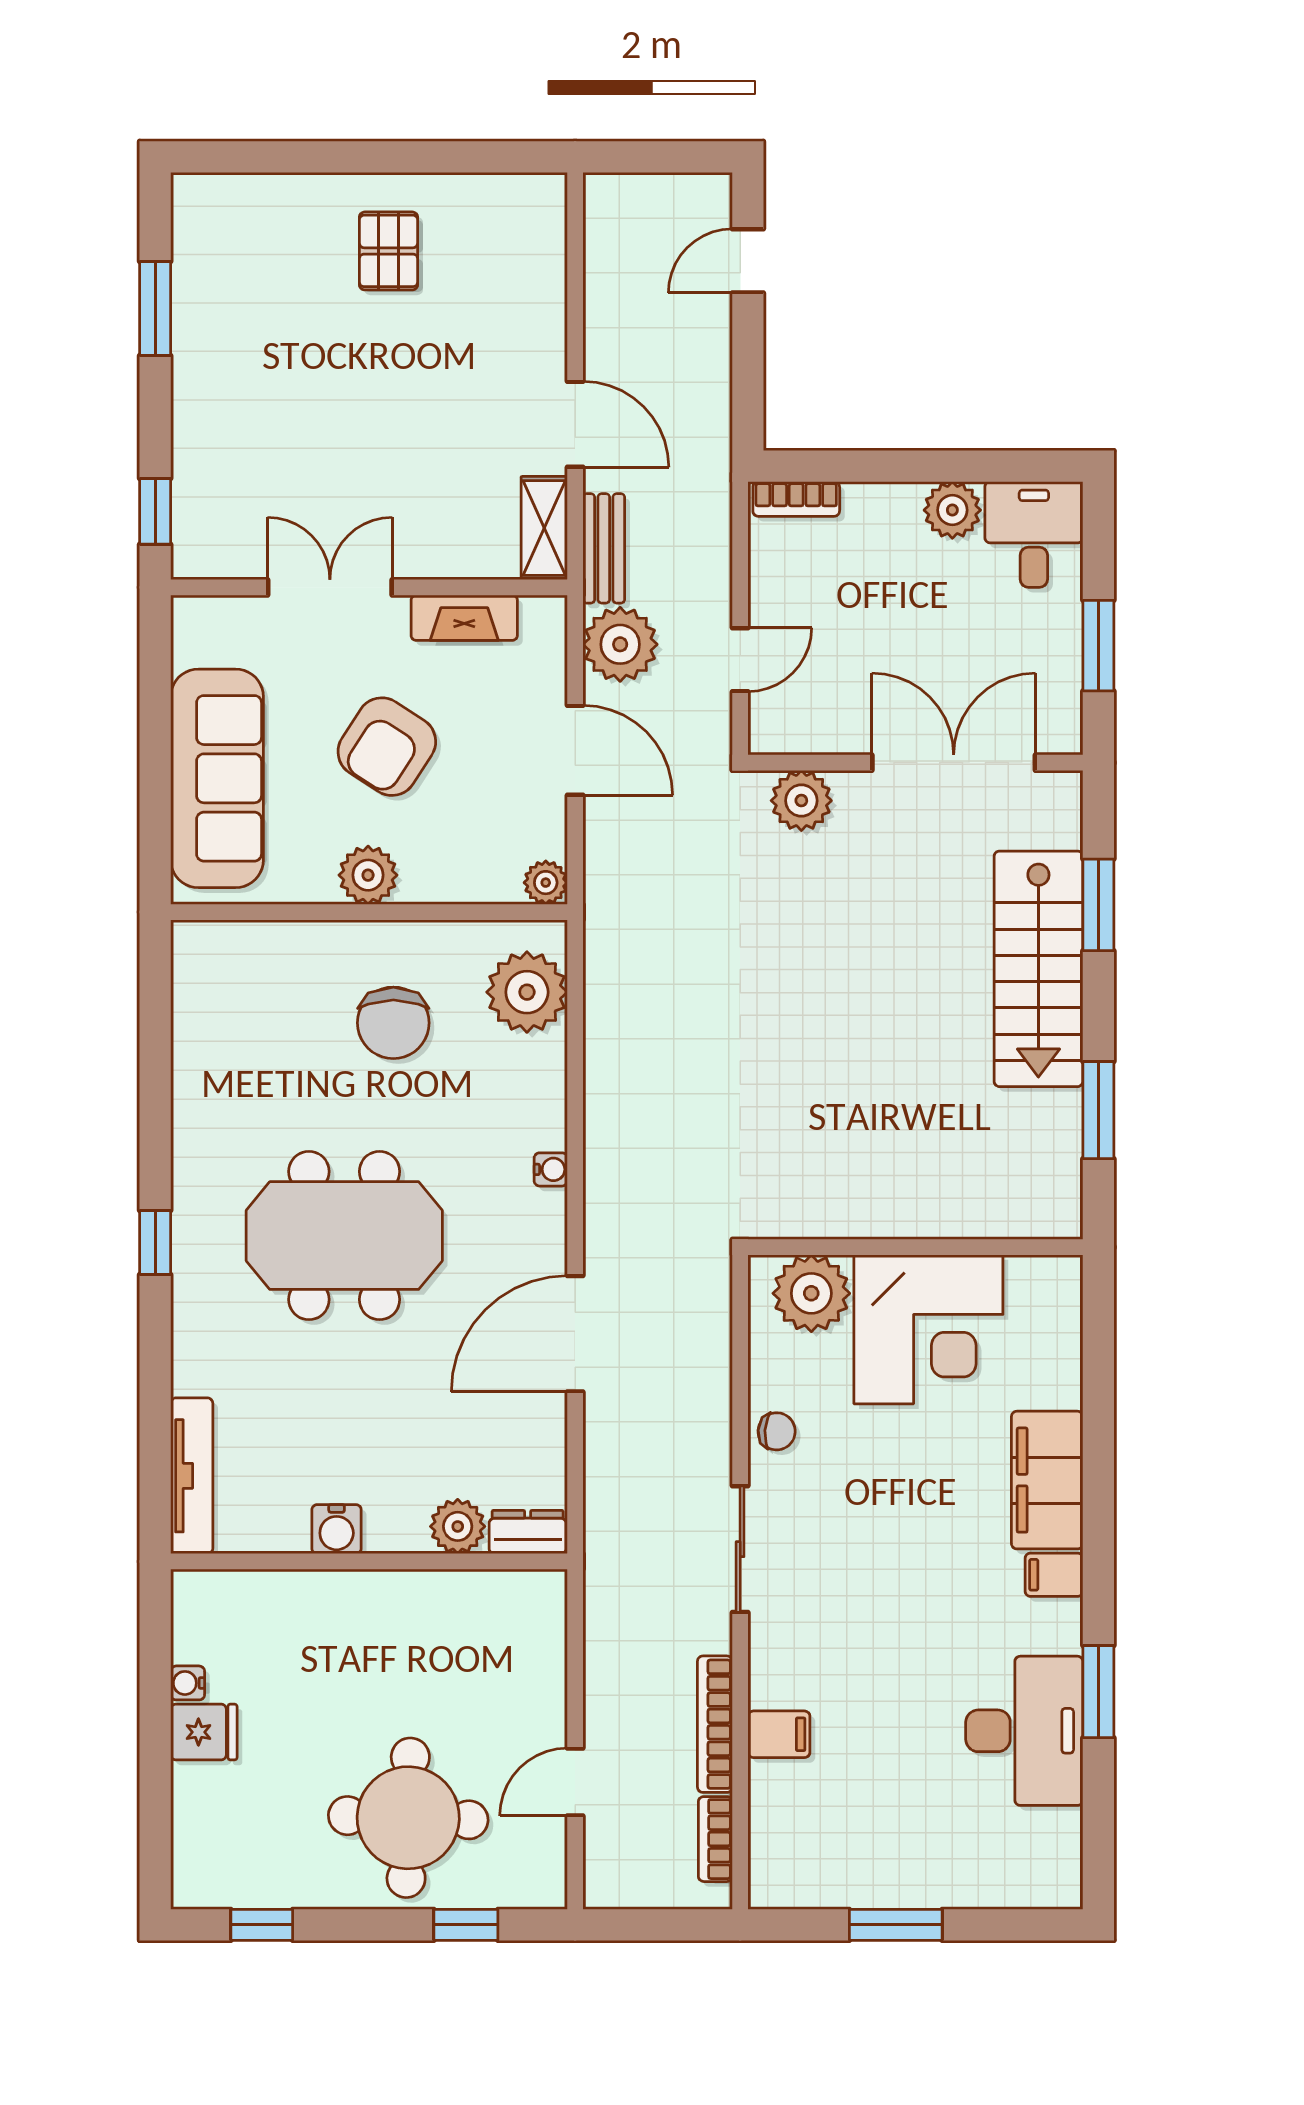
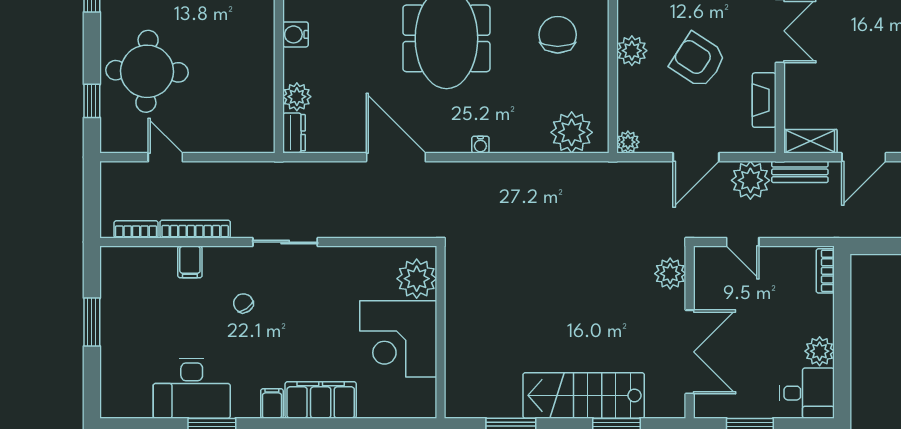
chair: (393, 1023) -> (558, 35), moved, turned 90
chair: (777, 1431) -> (243, 303), moved, turned 141

